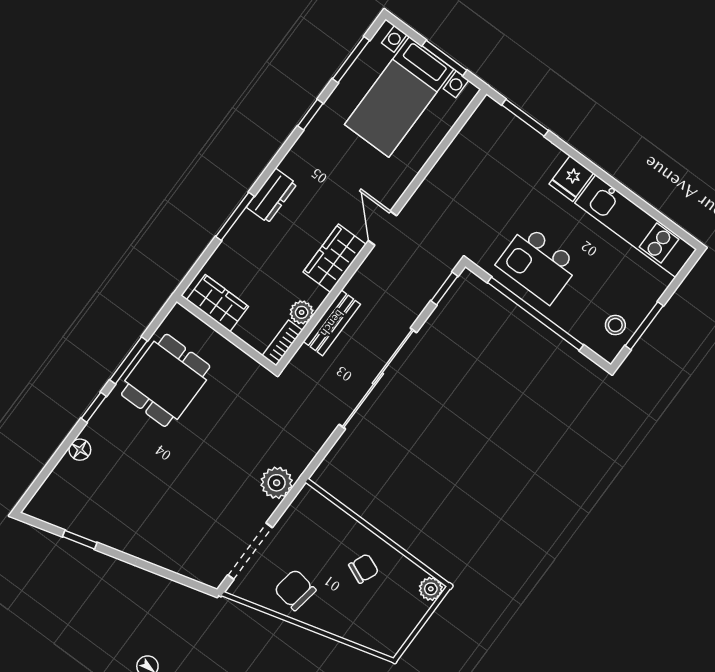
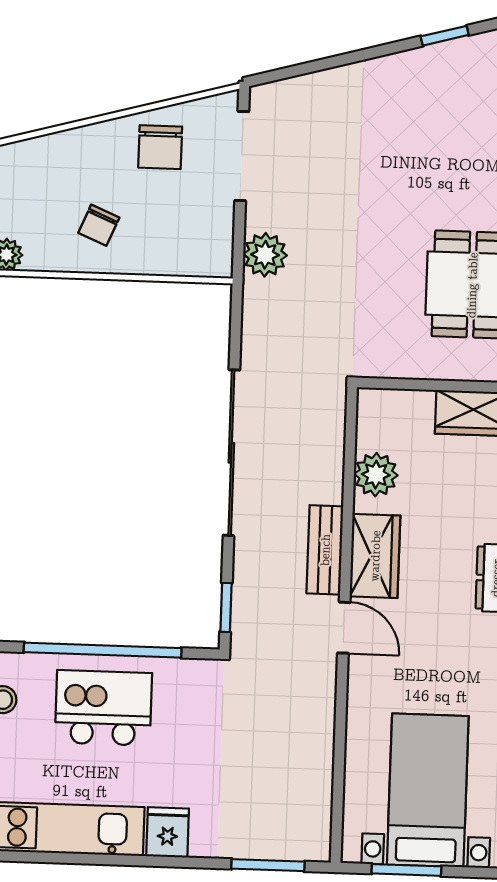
kitchen island: (538, 264) -> (103, 708), moved
plant: (302, 312) -> (376, 475), width x1.38, depth x1.38
bench: (332, 323) -> (325, 550), moved
bookcase: (282, 343) -> (368, 418), removed
chair: (295, 590) -> (160, 147), turned 81

